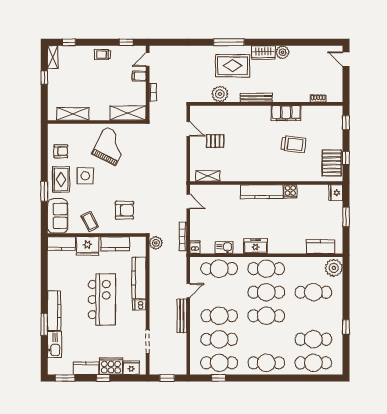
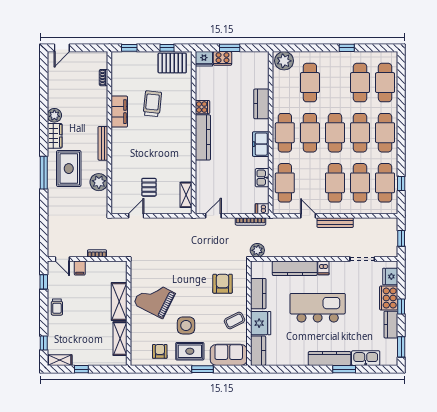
shelving: (128, 113) -> (119, 301), moved
cooker: (336, 210) -> (222, 58), added
kitchen counter: (321, 247) -> (261, 104), moved
cafe table: (266, 339) -> (360, 133), added

